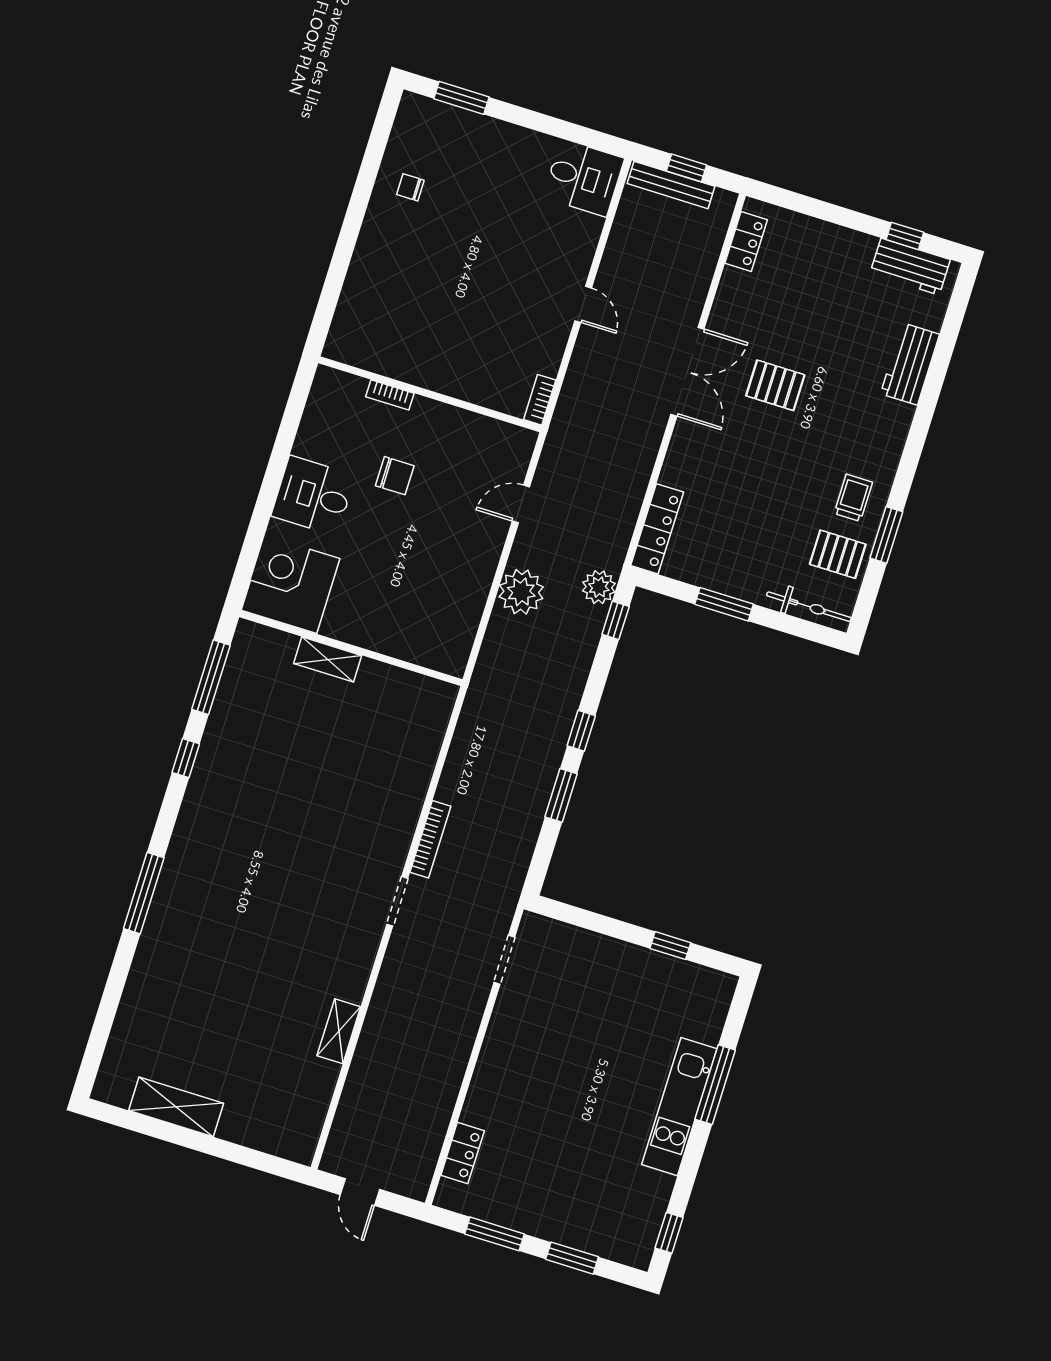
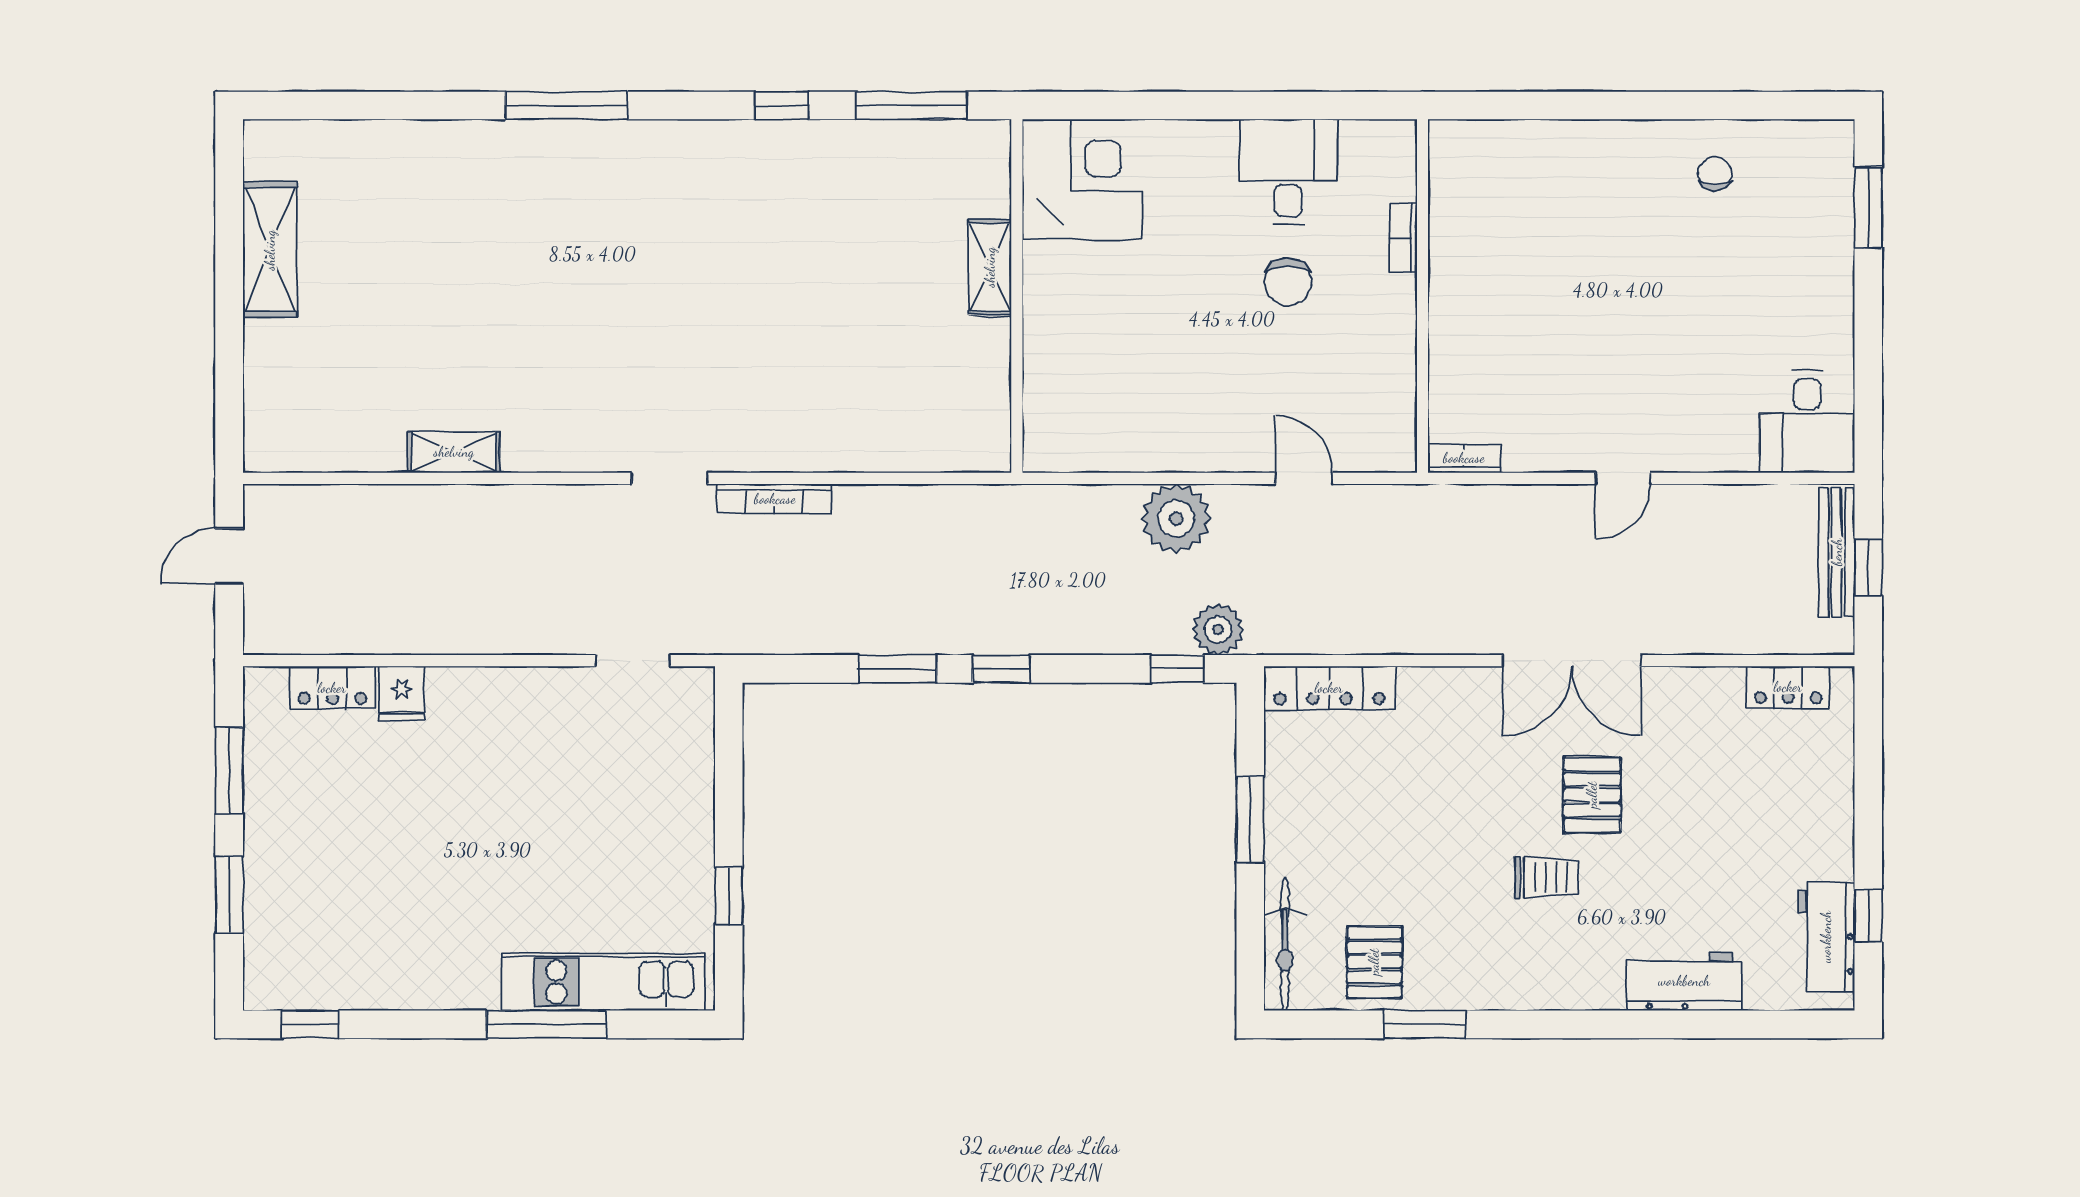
desk: (313, 496) -> (1288, 172), moved
trolley: (853, 498) -> (1547, 877), moved
kitchen unit: (679, 1107) -> (603, 982), moved
fridge: (480, 1111) -> (402, 694), added

